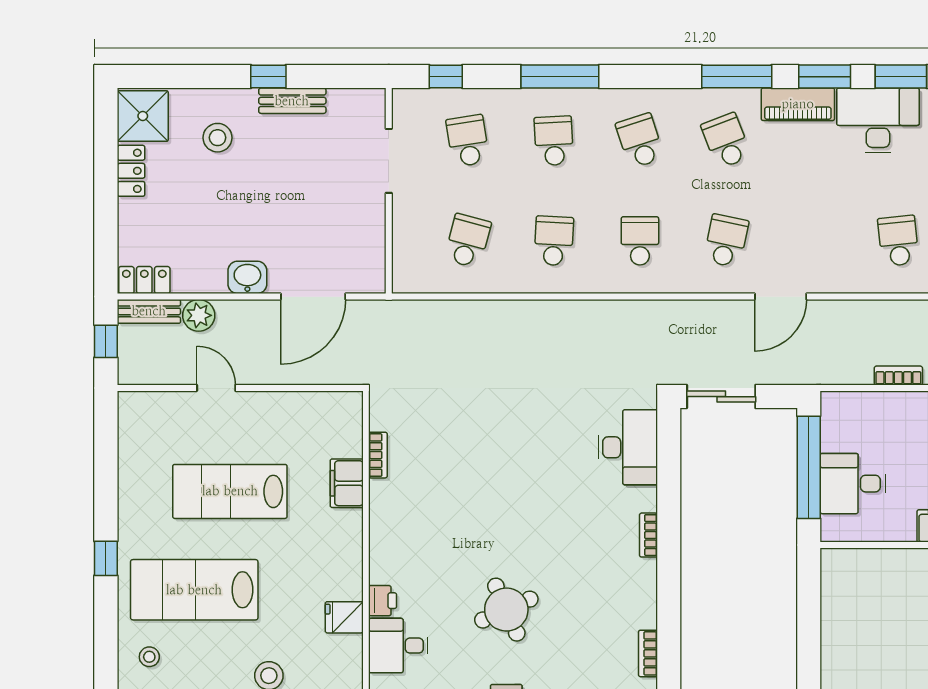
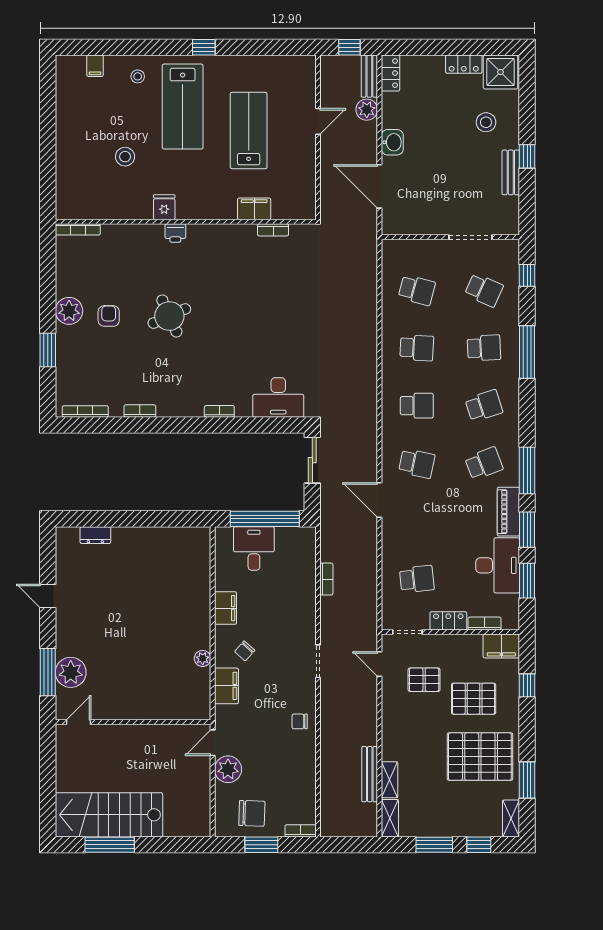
school desk: (468, 141) -> (484, 290), turned 33
lab bench: (194, 590) -> (183, 107), turned 180
desk: (398, 646) -> (145, 244), removed

